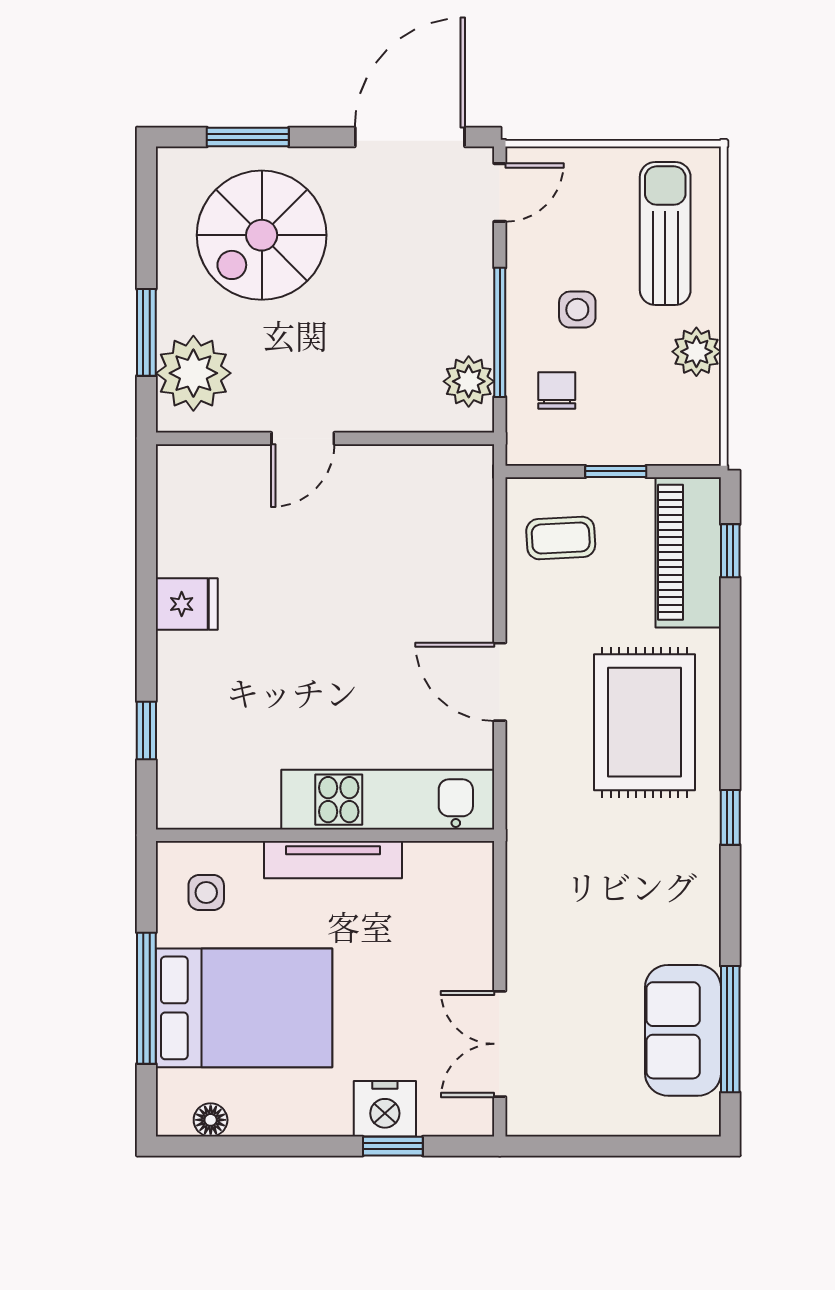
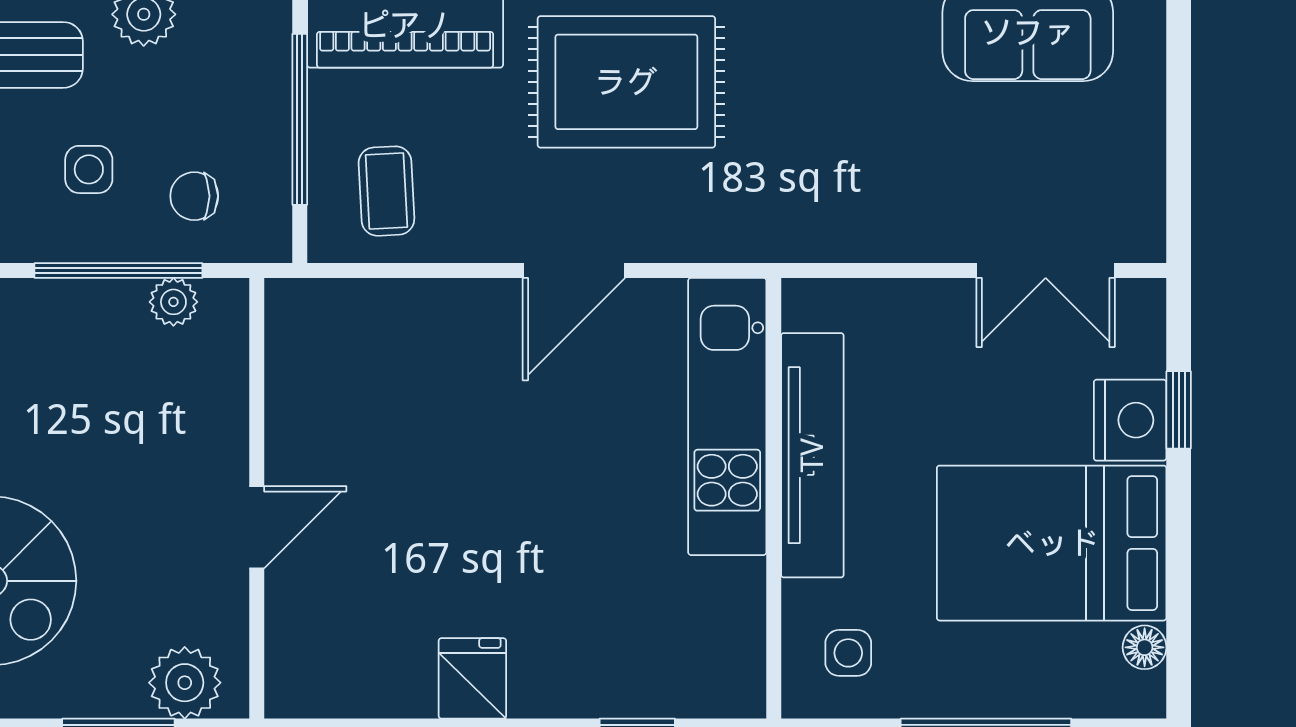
plant: (193, 373) -> (185, 683), width x0.73, depth x0.73
plant: (469, 381) -> (173, 302), width x0.73, depth x0.73
door: (303, 438) -> (257, 527), hinge flipped
window: (616, 471) -> (300, 119), width x2.17
tv unit: (333, 860) -> (812, 455), width x1.36, depth x1.29
bed: (244, 1008) -> (1052, 543), moved, turned -90

